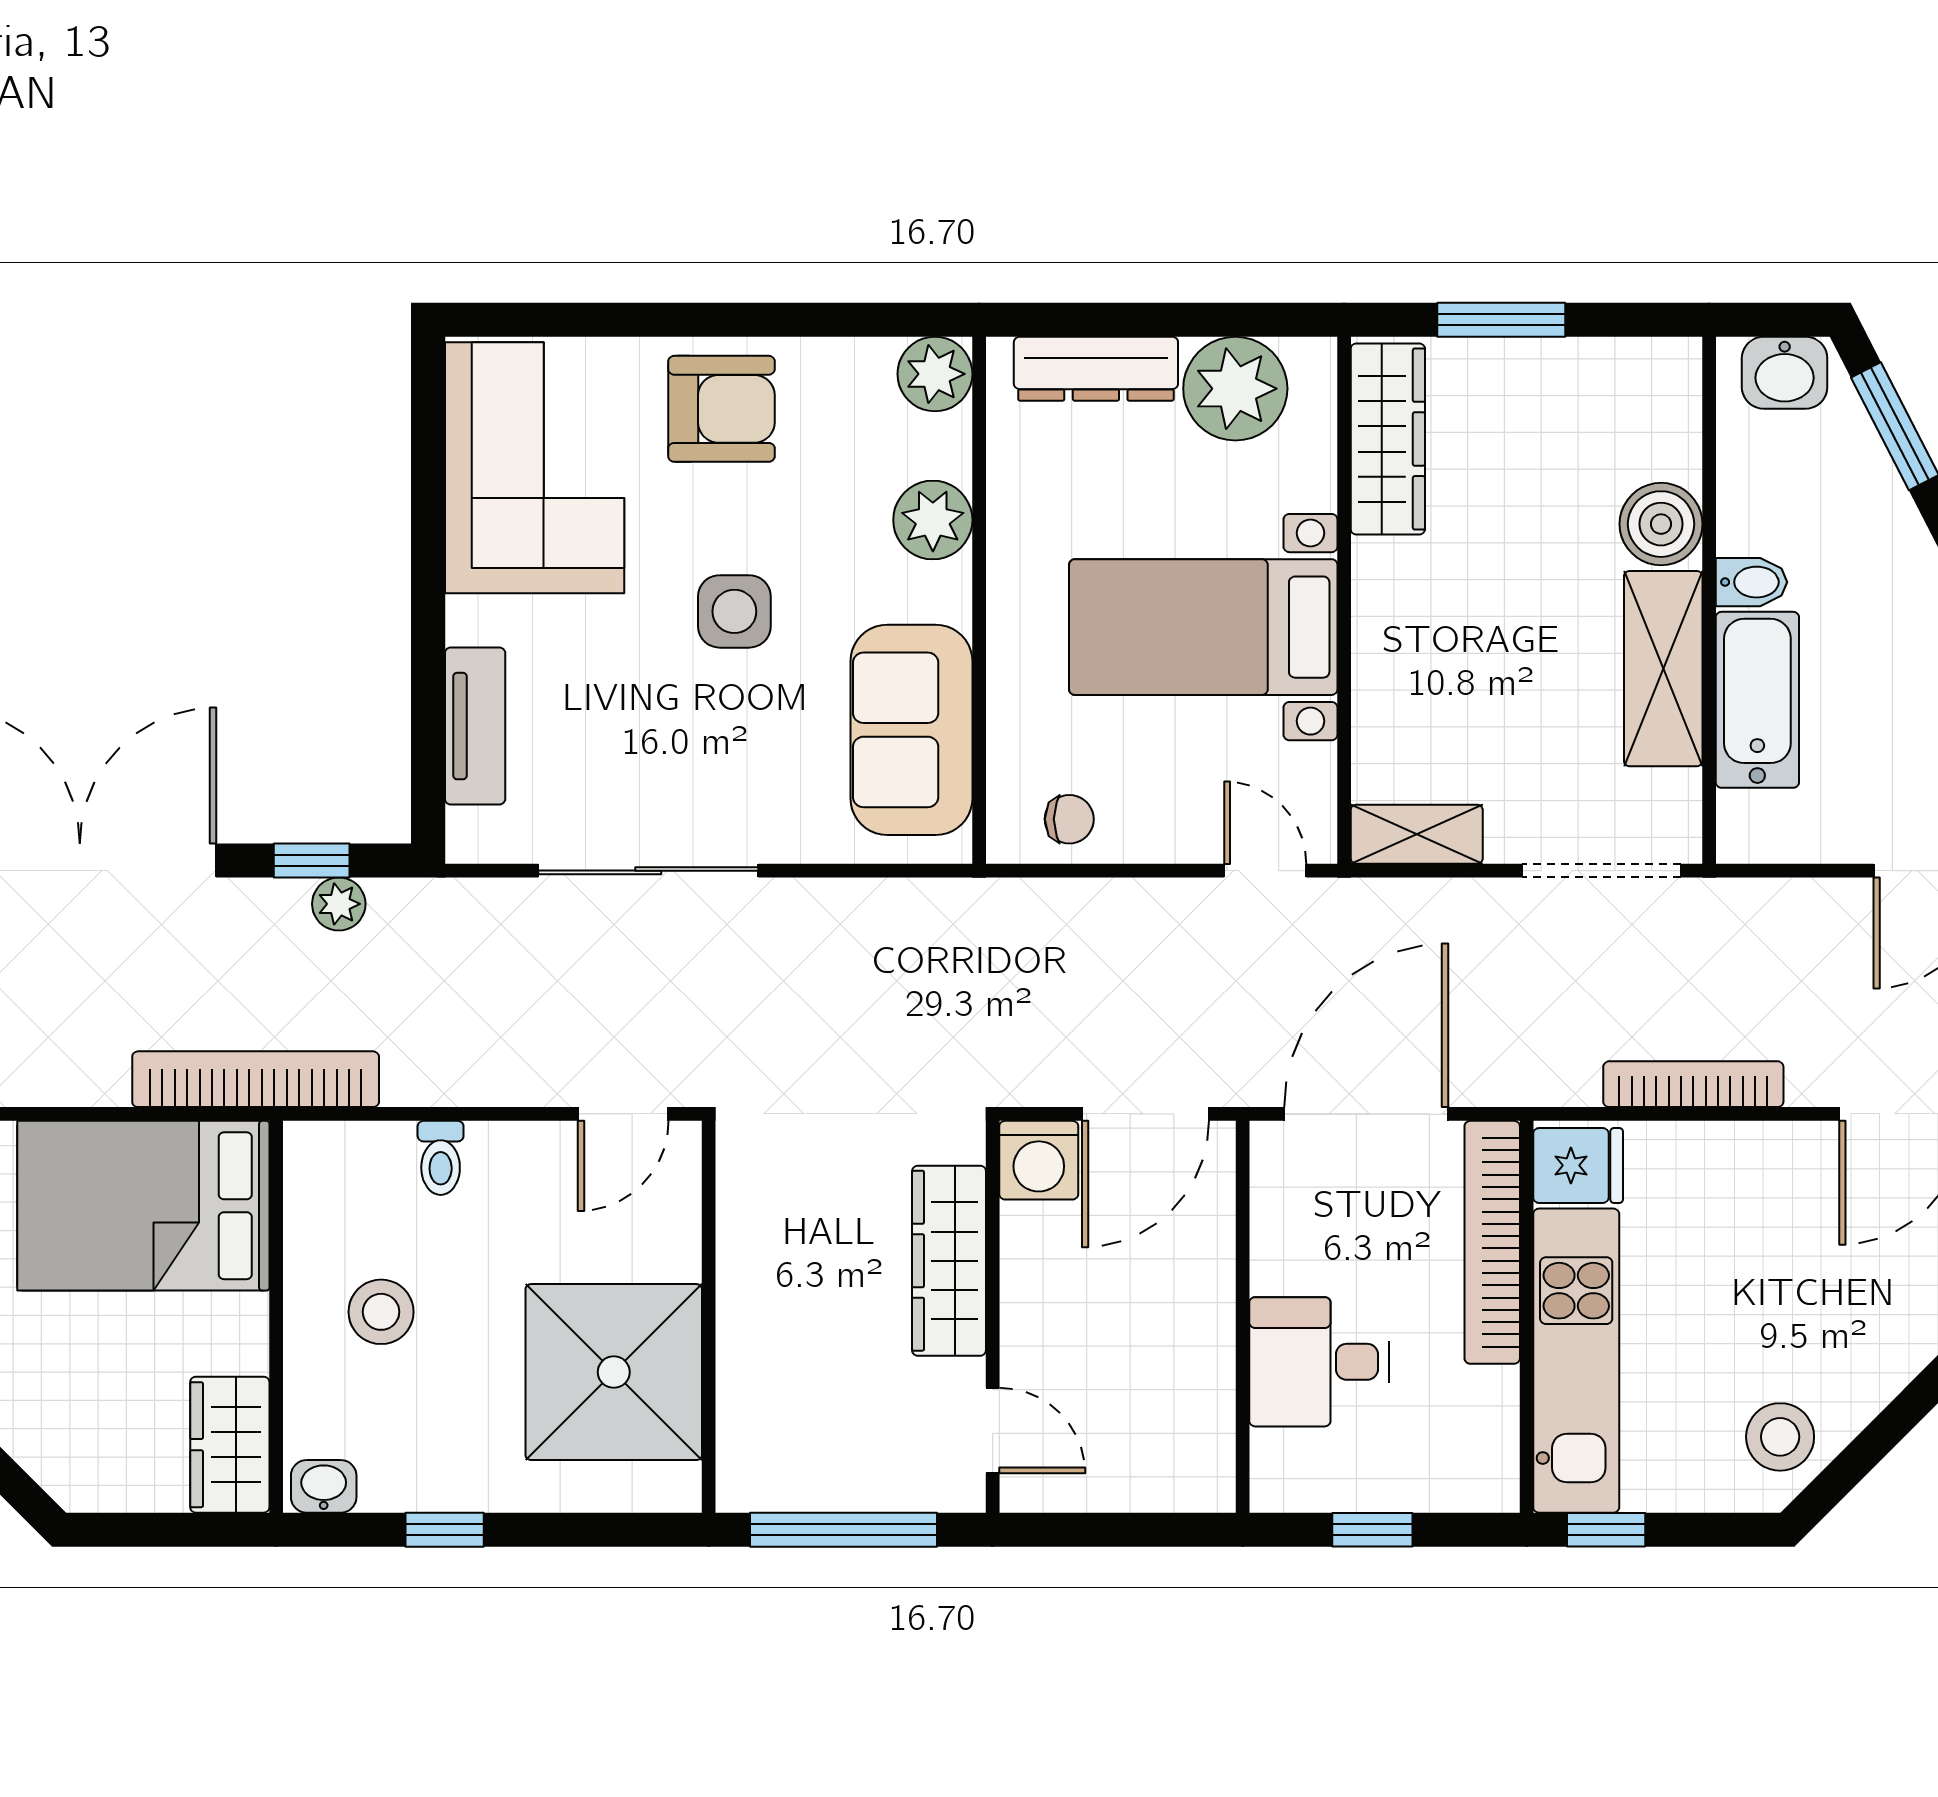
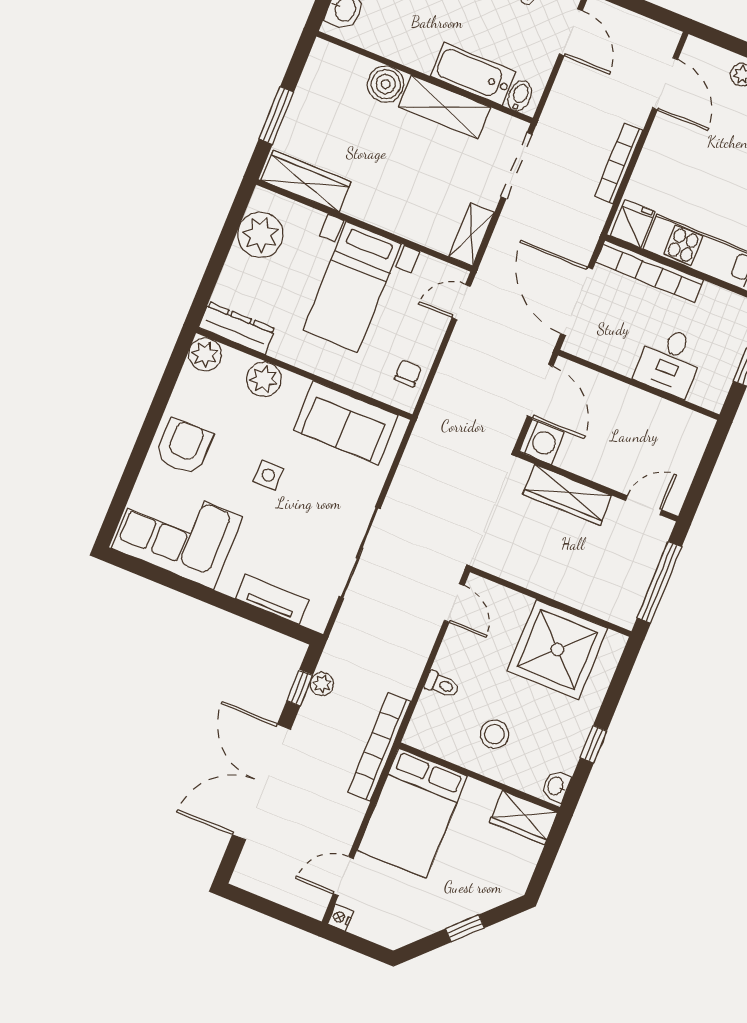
dresser: (1096, 369) -> (237, 328), moved, turned -90
bidet: (1751, 582) -> (520, 96), moved
side table: (734, 611) -> (268, 475), width x0.73, depth x0.73

